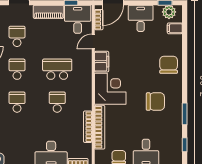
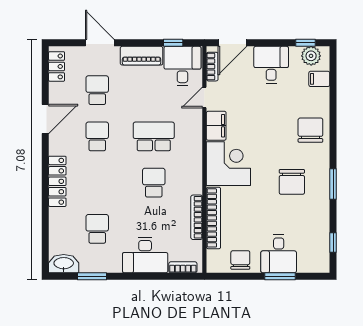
school desk: (17, 102) -> (97, 229), moved
chair: (155, 102) -> (292, 182), turned 90
window: (185, 114) -> (333, 184), moved

